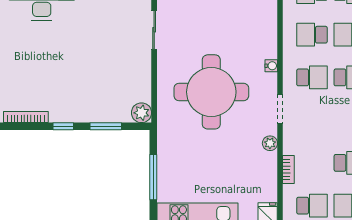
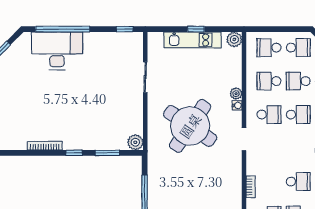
round table: (211, 92) -> (190, 126), turned 34
plant: (270, 143) -> (236, 94), moved

